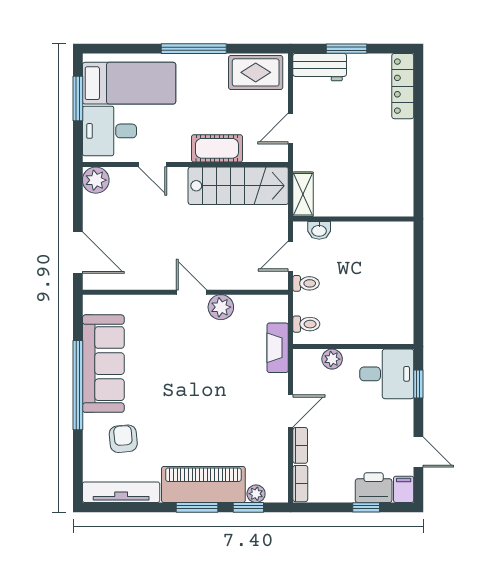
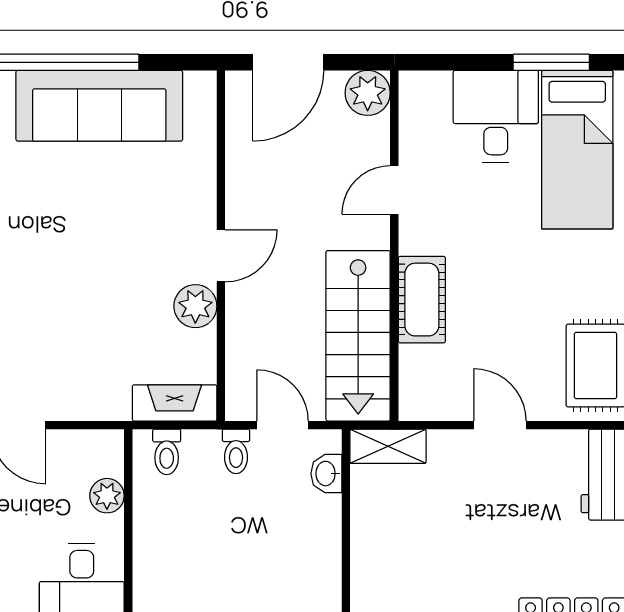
cot: (217, 148) -> (422, 300), moved
door: (153, 165) -> (394, 190), moved
wall: (185, 165) -> (394, 246), moved
plant: (96, 180) -> (368, 93), moved
stairs: (238, 186) -> (358, 336), moved
fireplace: (278, 348) -> (175, 403), moved

